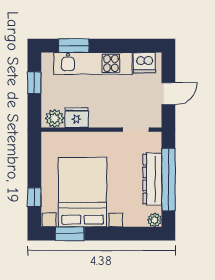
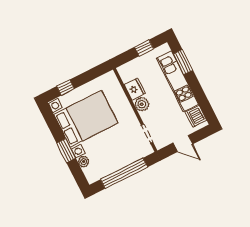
plant: (55, 118) -> (142, 104), moved
dresser: (152, 179) -> (119, 162), removed
plant: (155, 220) -> (84, 162), moved
window: (70, 234) -> (66, 151), moved

